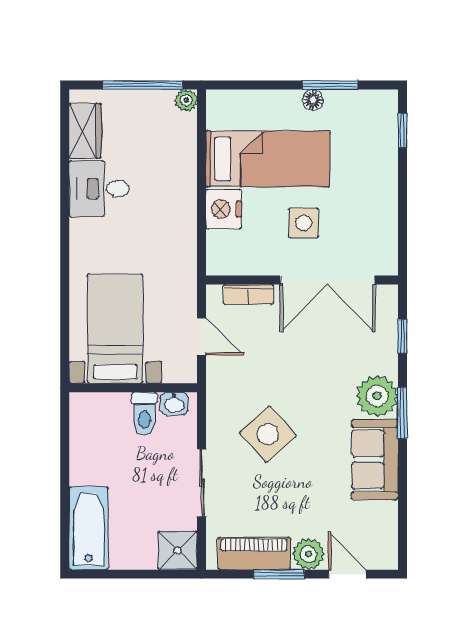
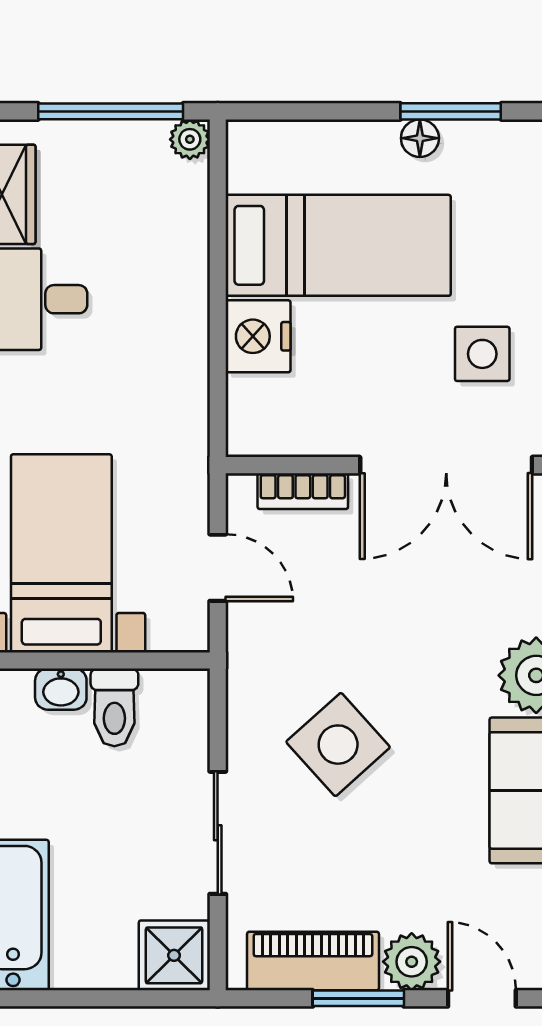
side table: (303, 223) -> (482, 354), moved
washbasin: (174, 404) -> (61, 689), moved

